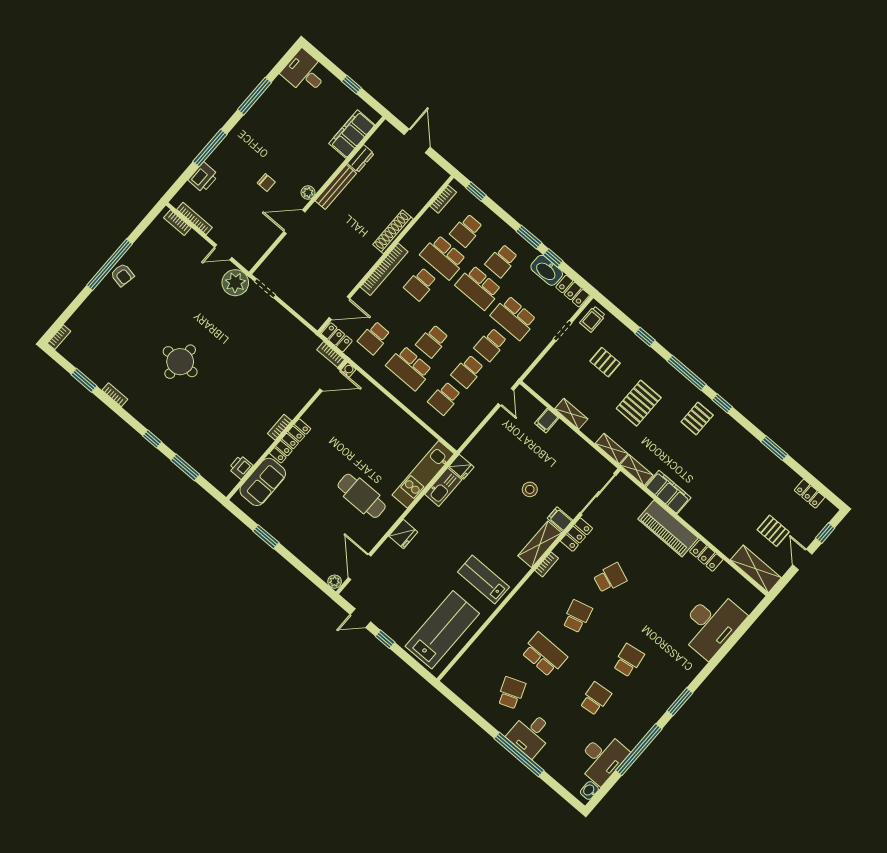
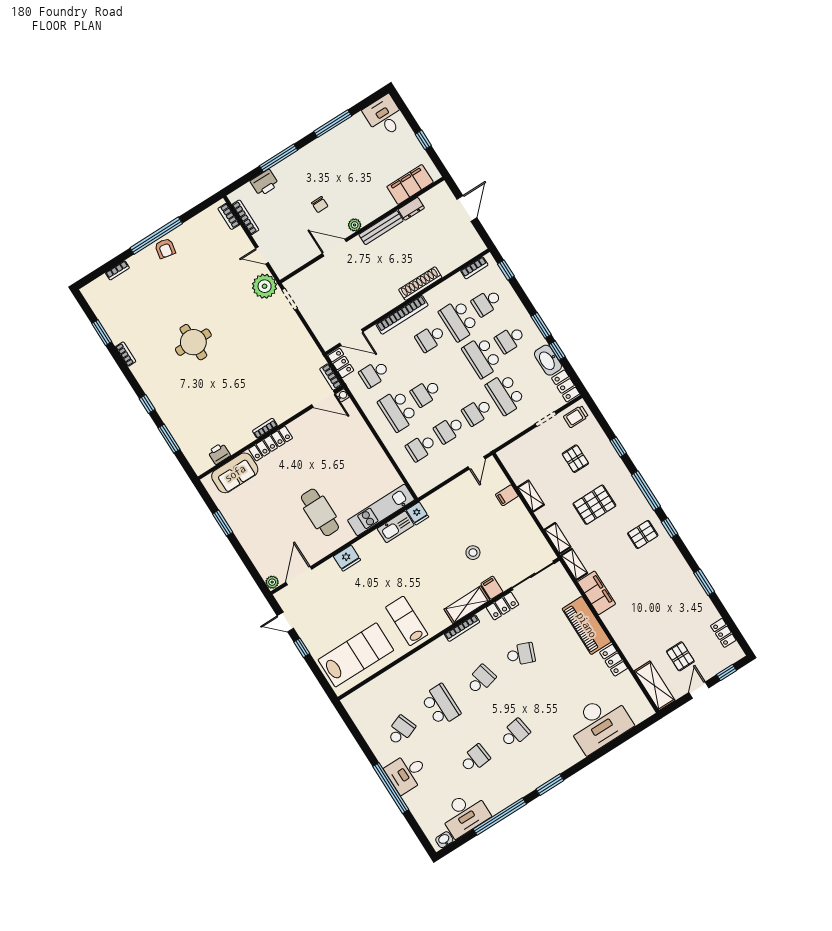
bookcase: (59, 337) -> (117, 270), moved
bookcase: (547, 564) -> (462, 628), width x1.56

